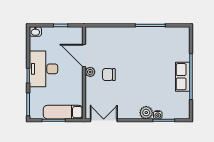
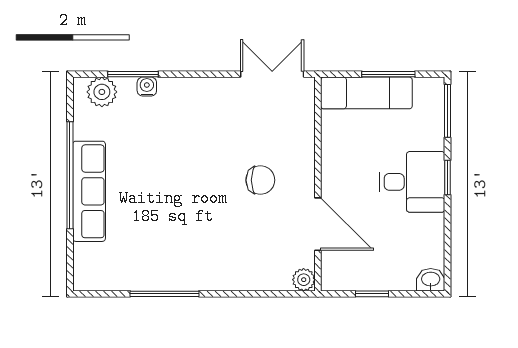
desk: (43, 69) -> (412, 182), width x0.73
plant: (90, 72) -> (304, 280), moved
row of seats: (183, 77) -> (89, 191), width x1.48
plant: (146, 113) -> (102, 92), moved
double door: (104, 120) -> (272, 74), swing flipped

